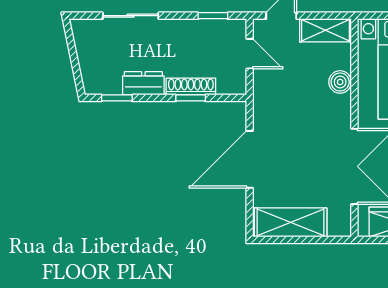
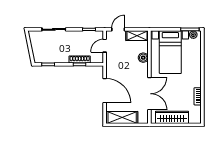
door: (250, 54) -> (105, 46), swing flipped
dresser: (143, 83) -> (59, 58), removed
door: (250, 159) -> (105, 91), swing flipped

